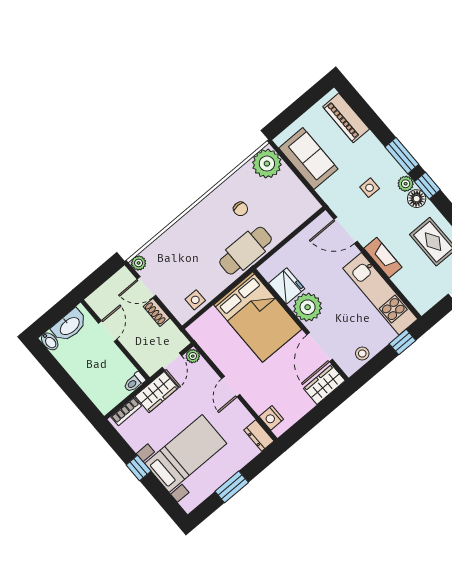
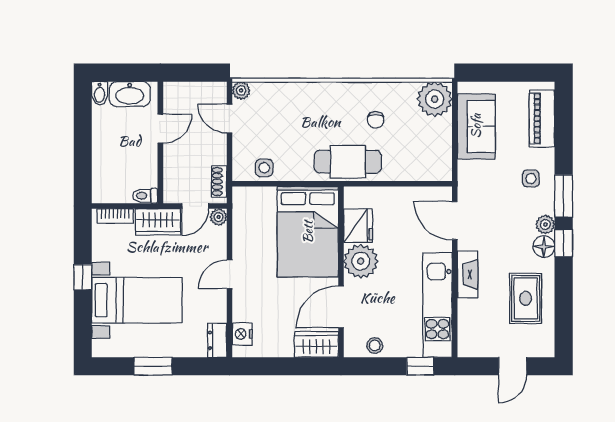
side table: (370, 188) -> (531, 178), moved
shoe rack: (156, 312) -> (219, 181), moved

